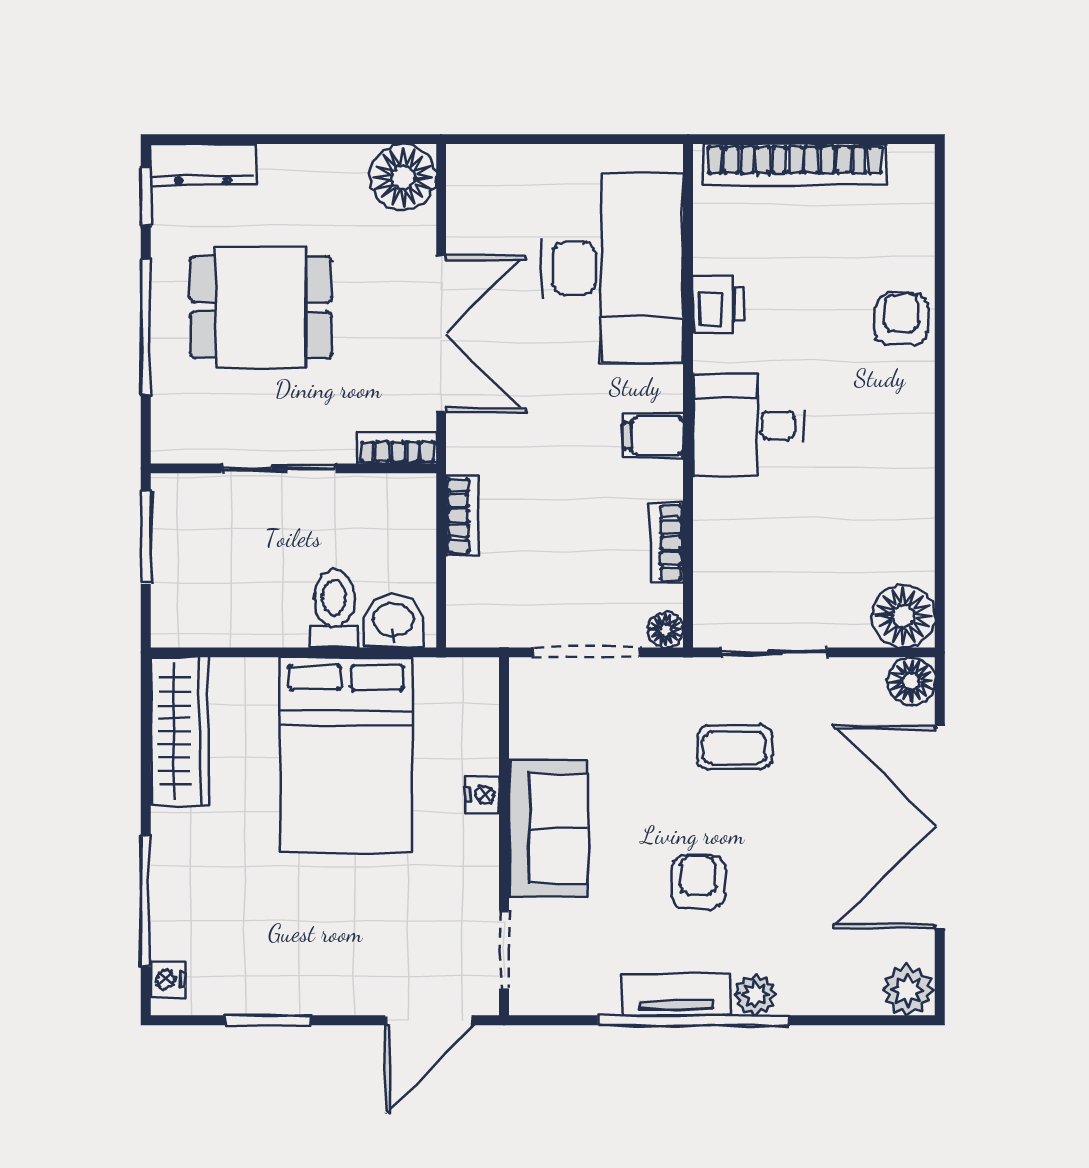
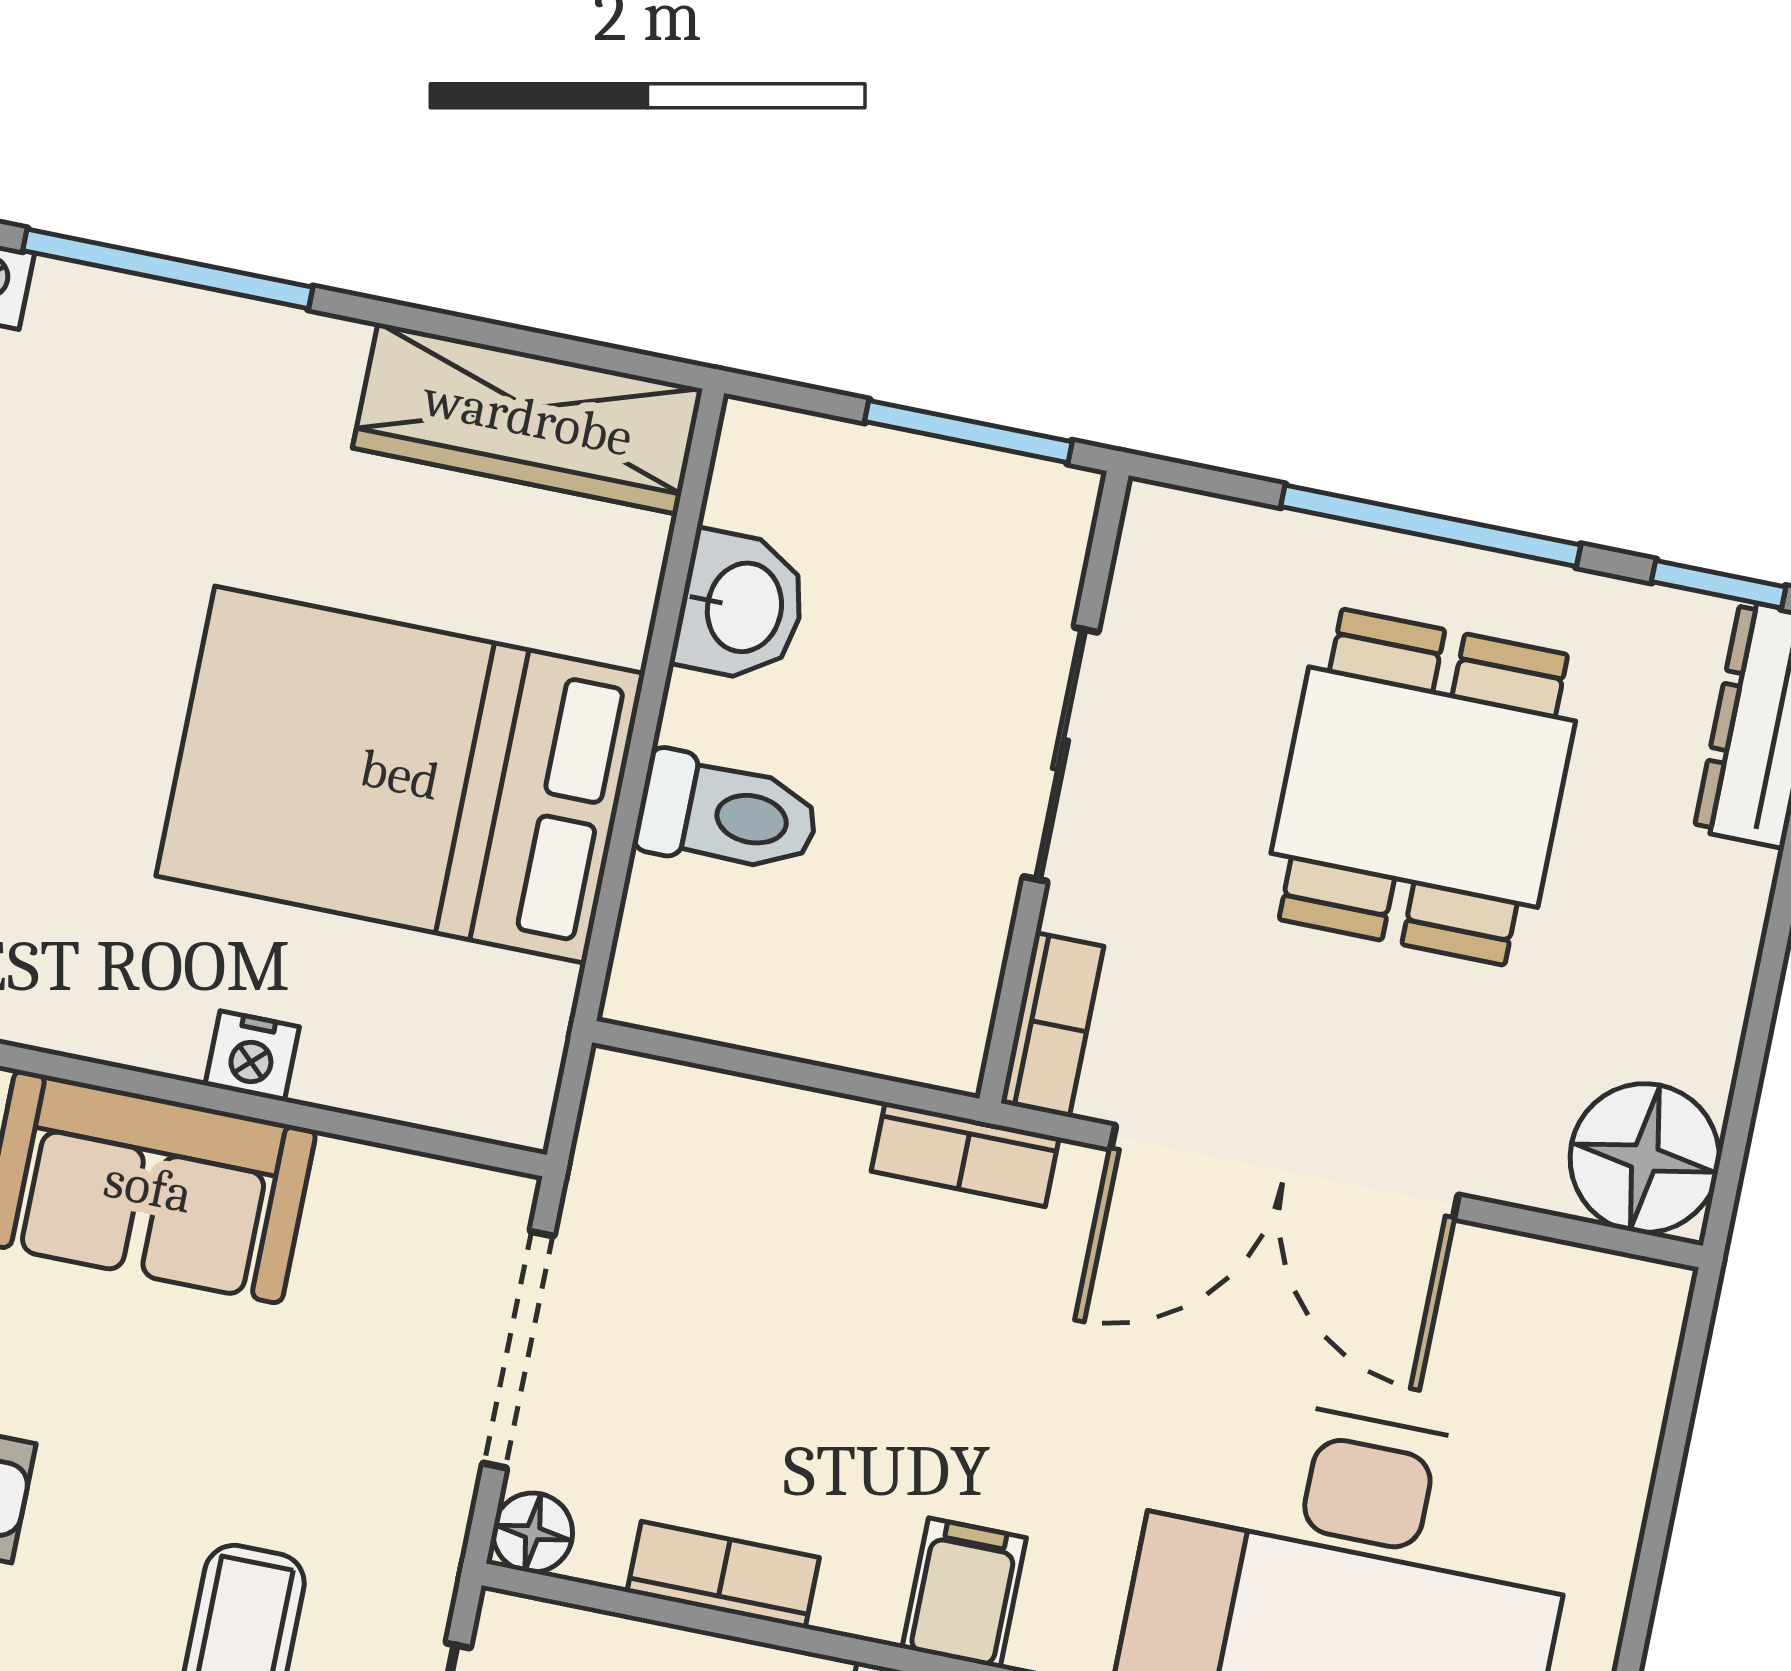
bookcase: (462, 516) -> (965, 1154), moved
washbasin: (393, 621) -> (741, 607), moved

